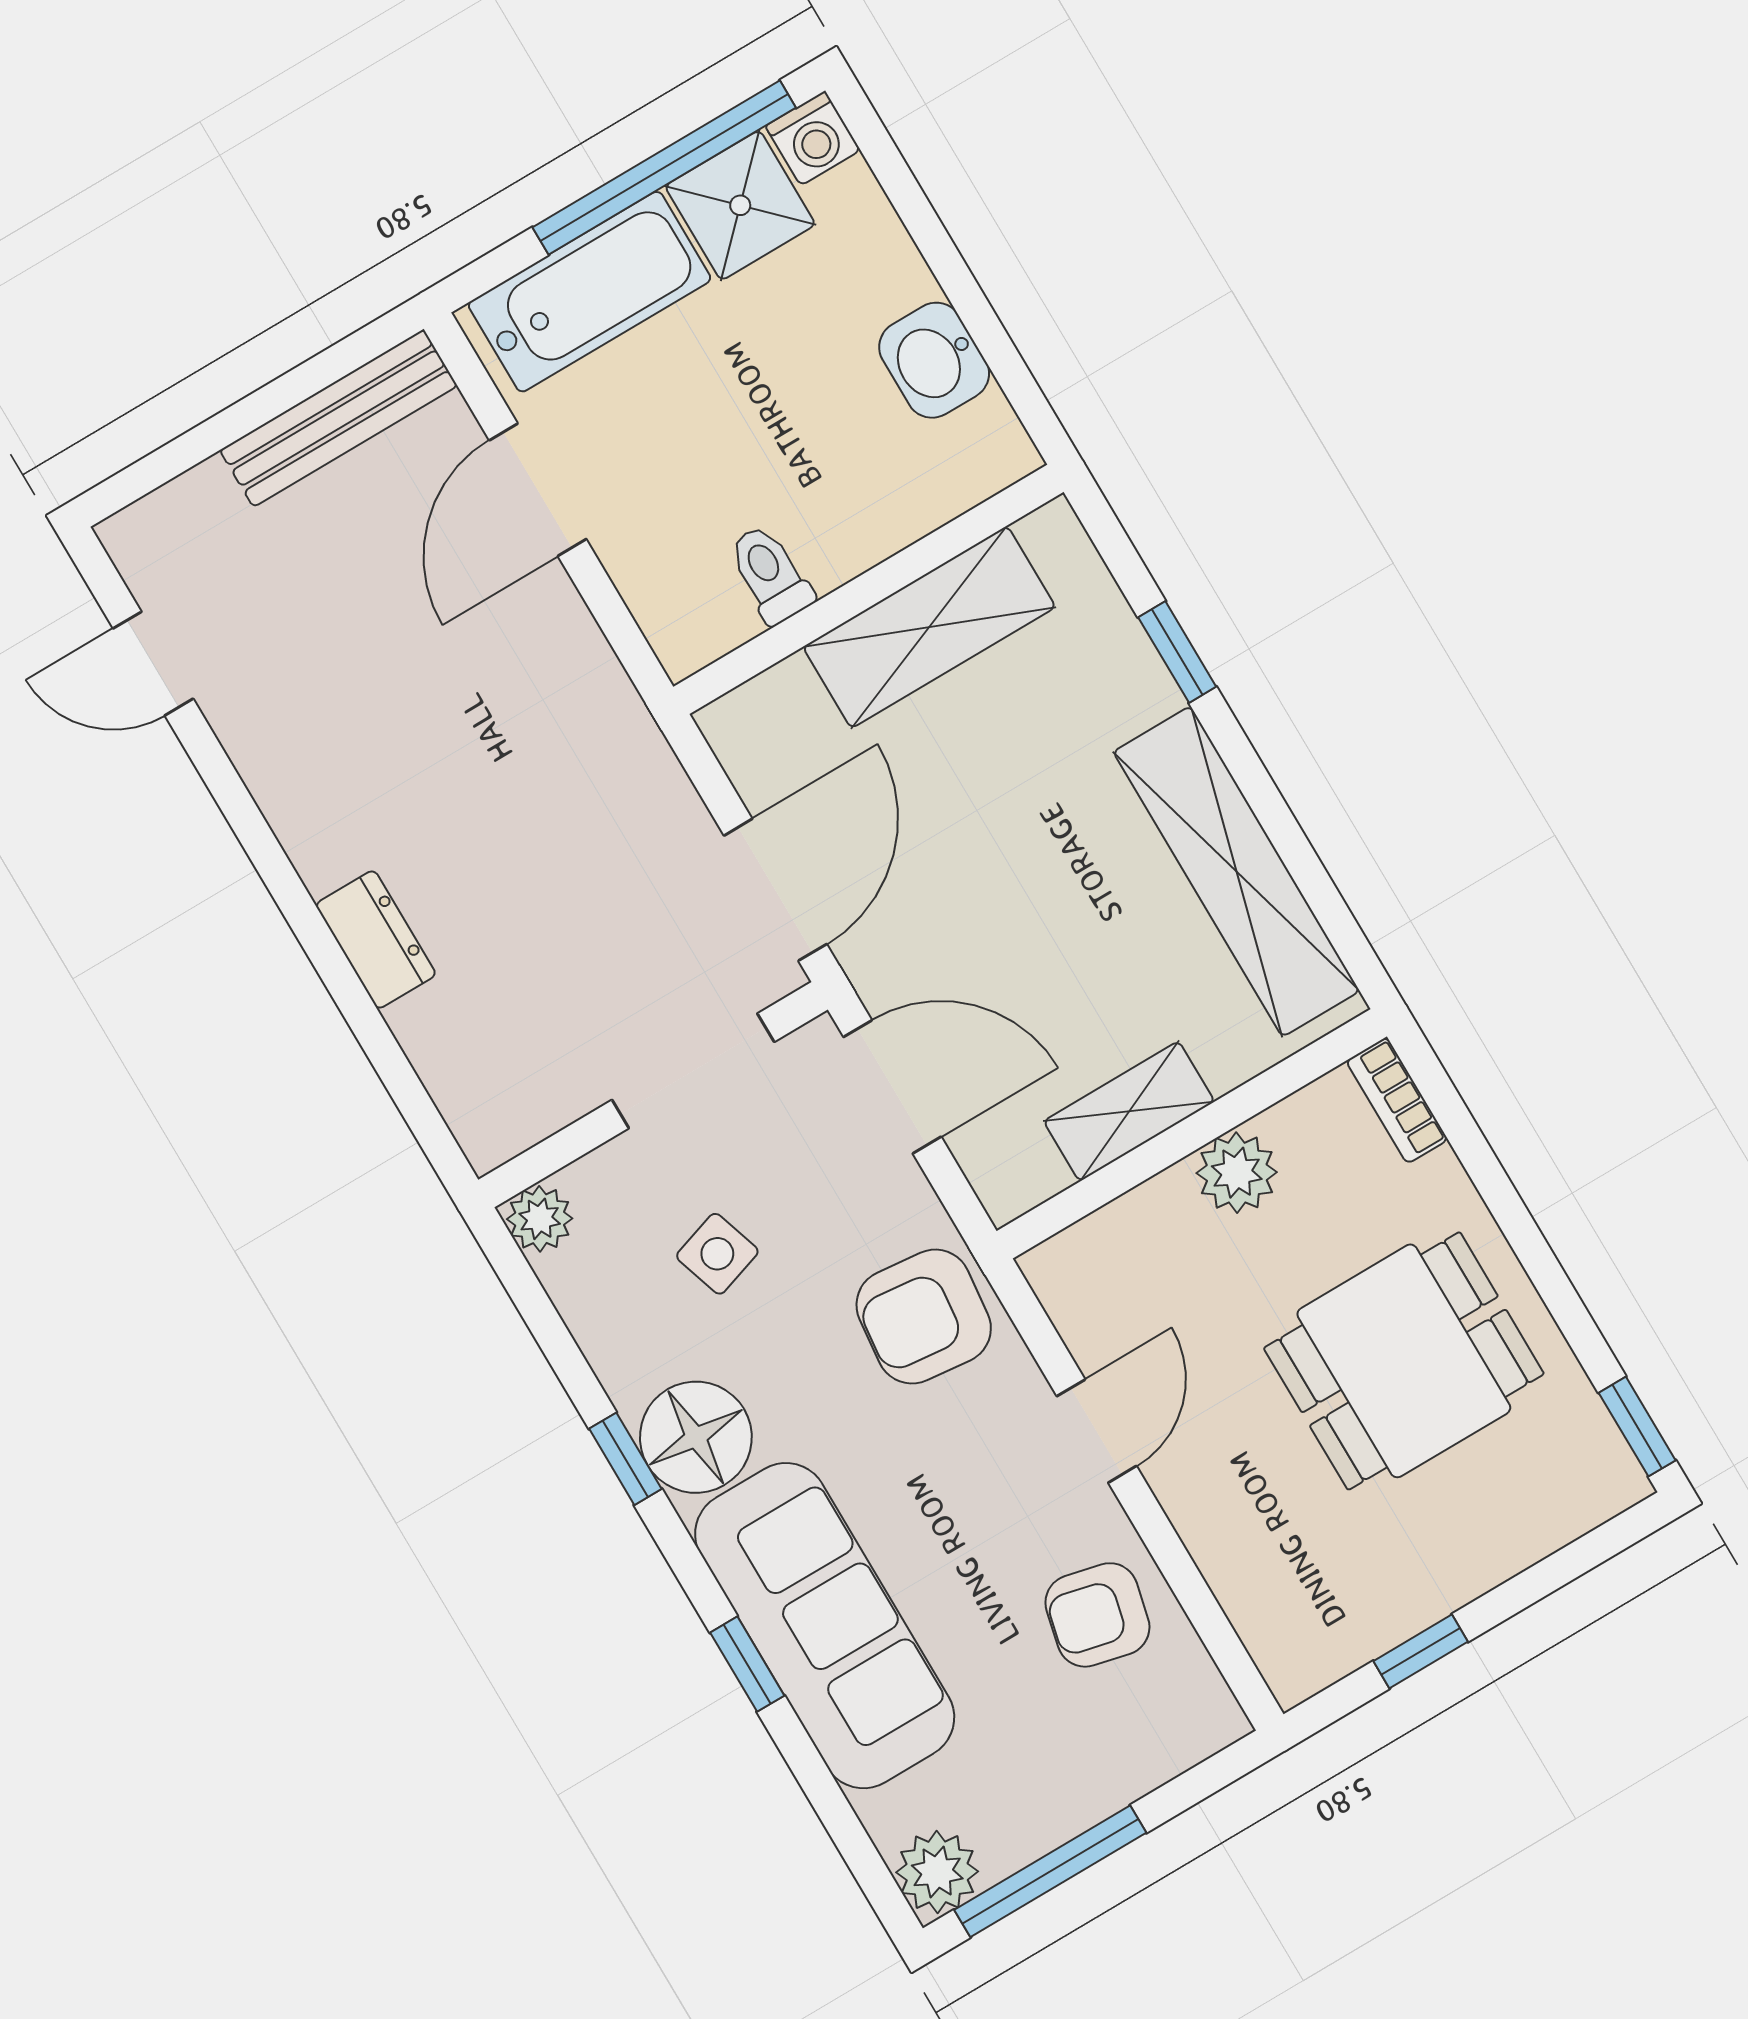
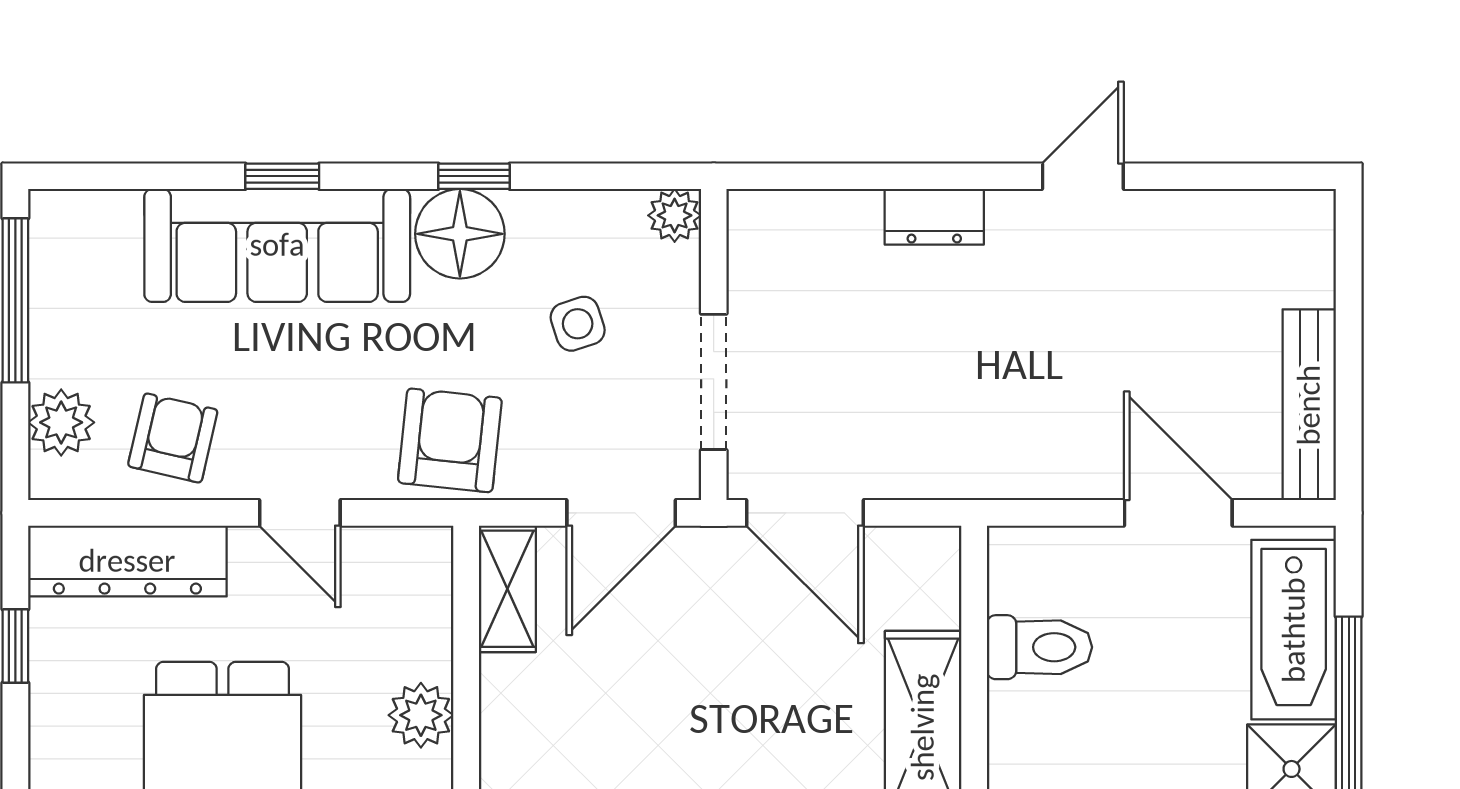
toilet: (770, 574) -> (1039, 647), width x1.37, depth x1.39
door: (153, 664) -> (1083, 176), moved
shelving: (1129, 1111) -> (507, 589), moved
dresser: (1258, 1585) -> (127, 561), added
plant: (937, 1872) -> (61, 422), moved

